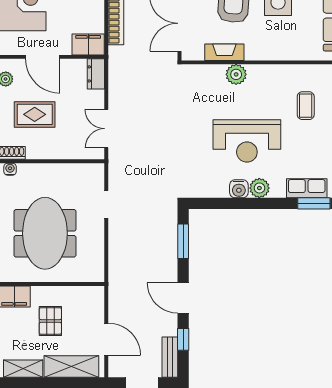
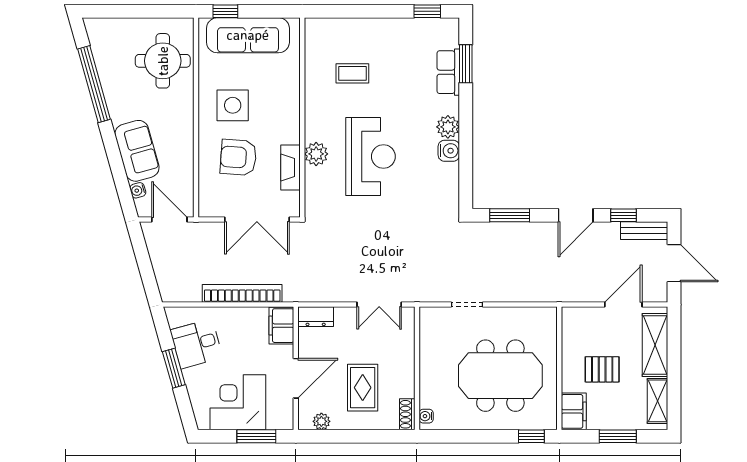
reception desk: (247, 141) -> (371, 156), moved

